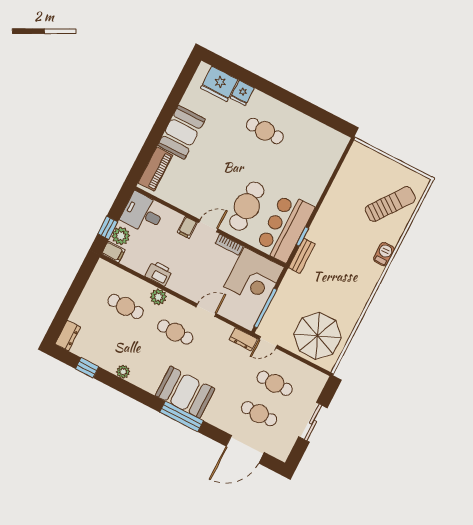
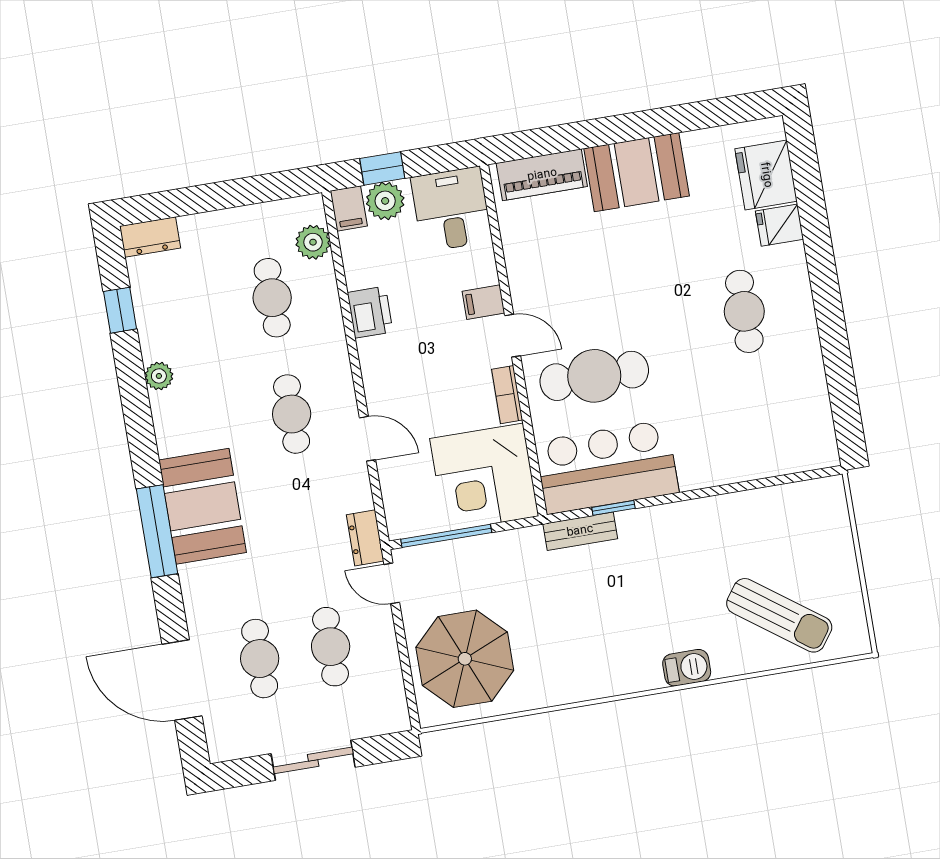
plant: (158, 297) -> (313, 242), moved

